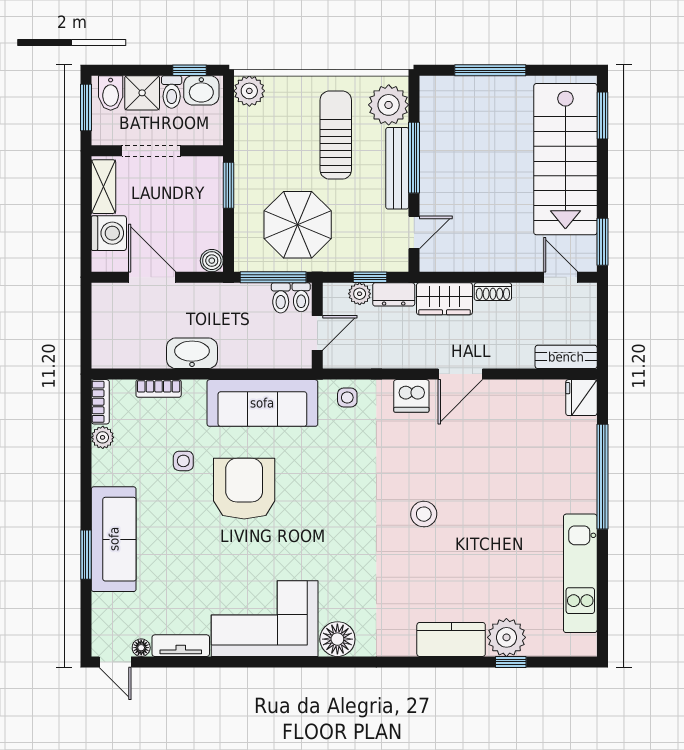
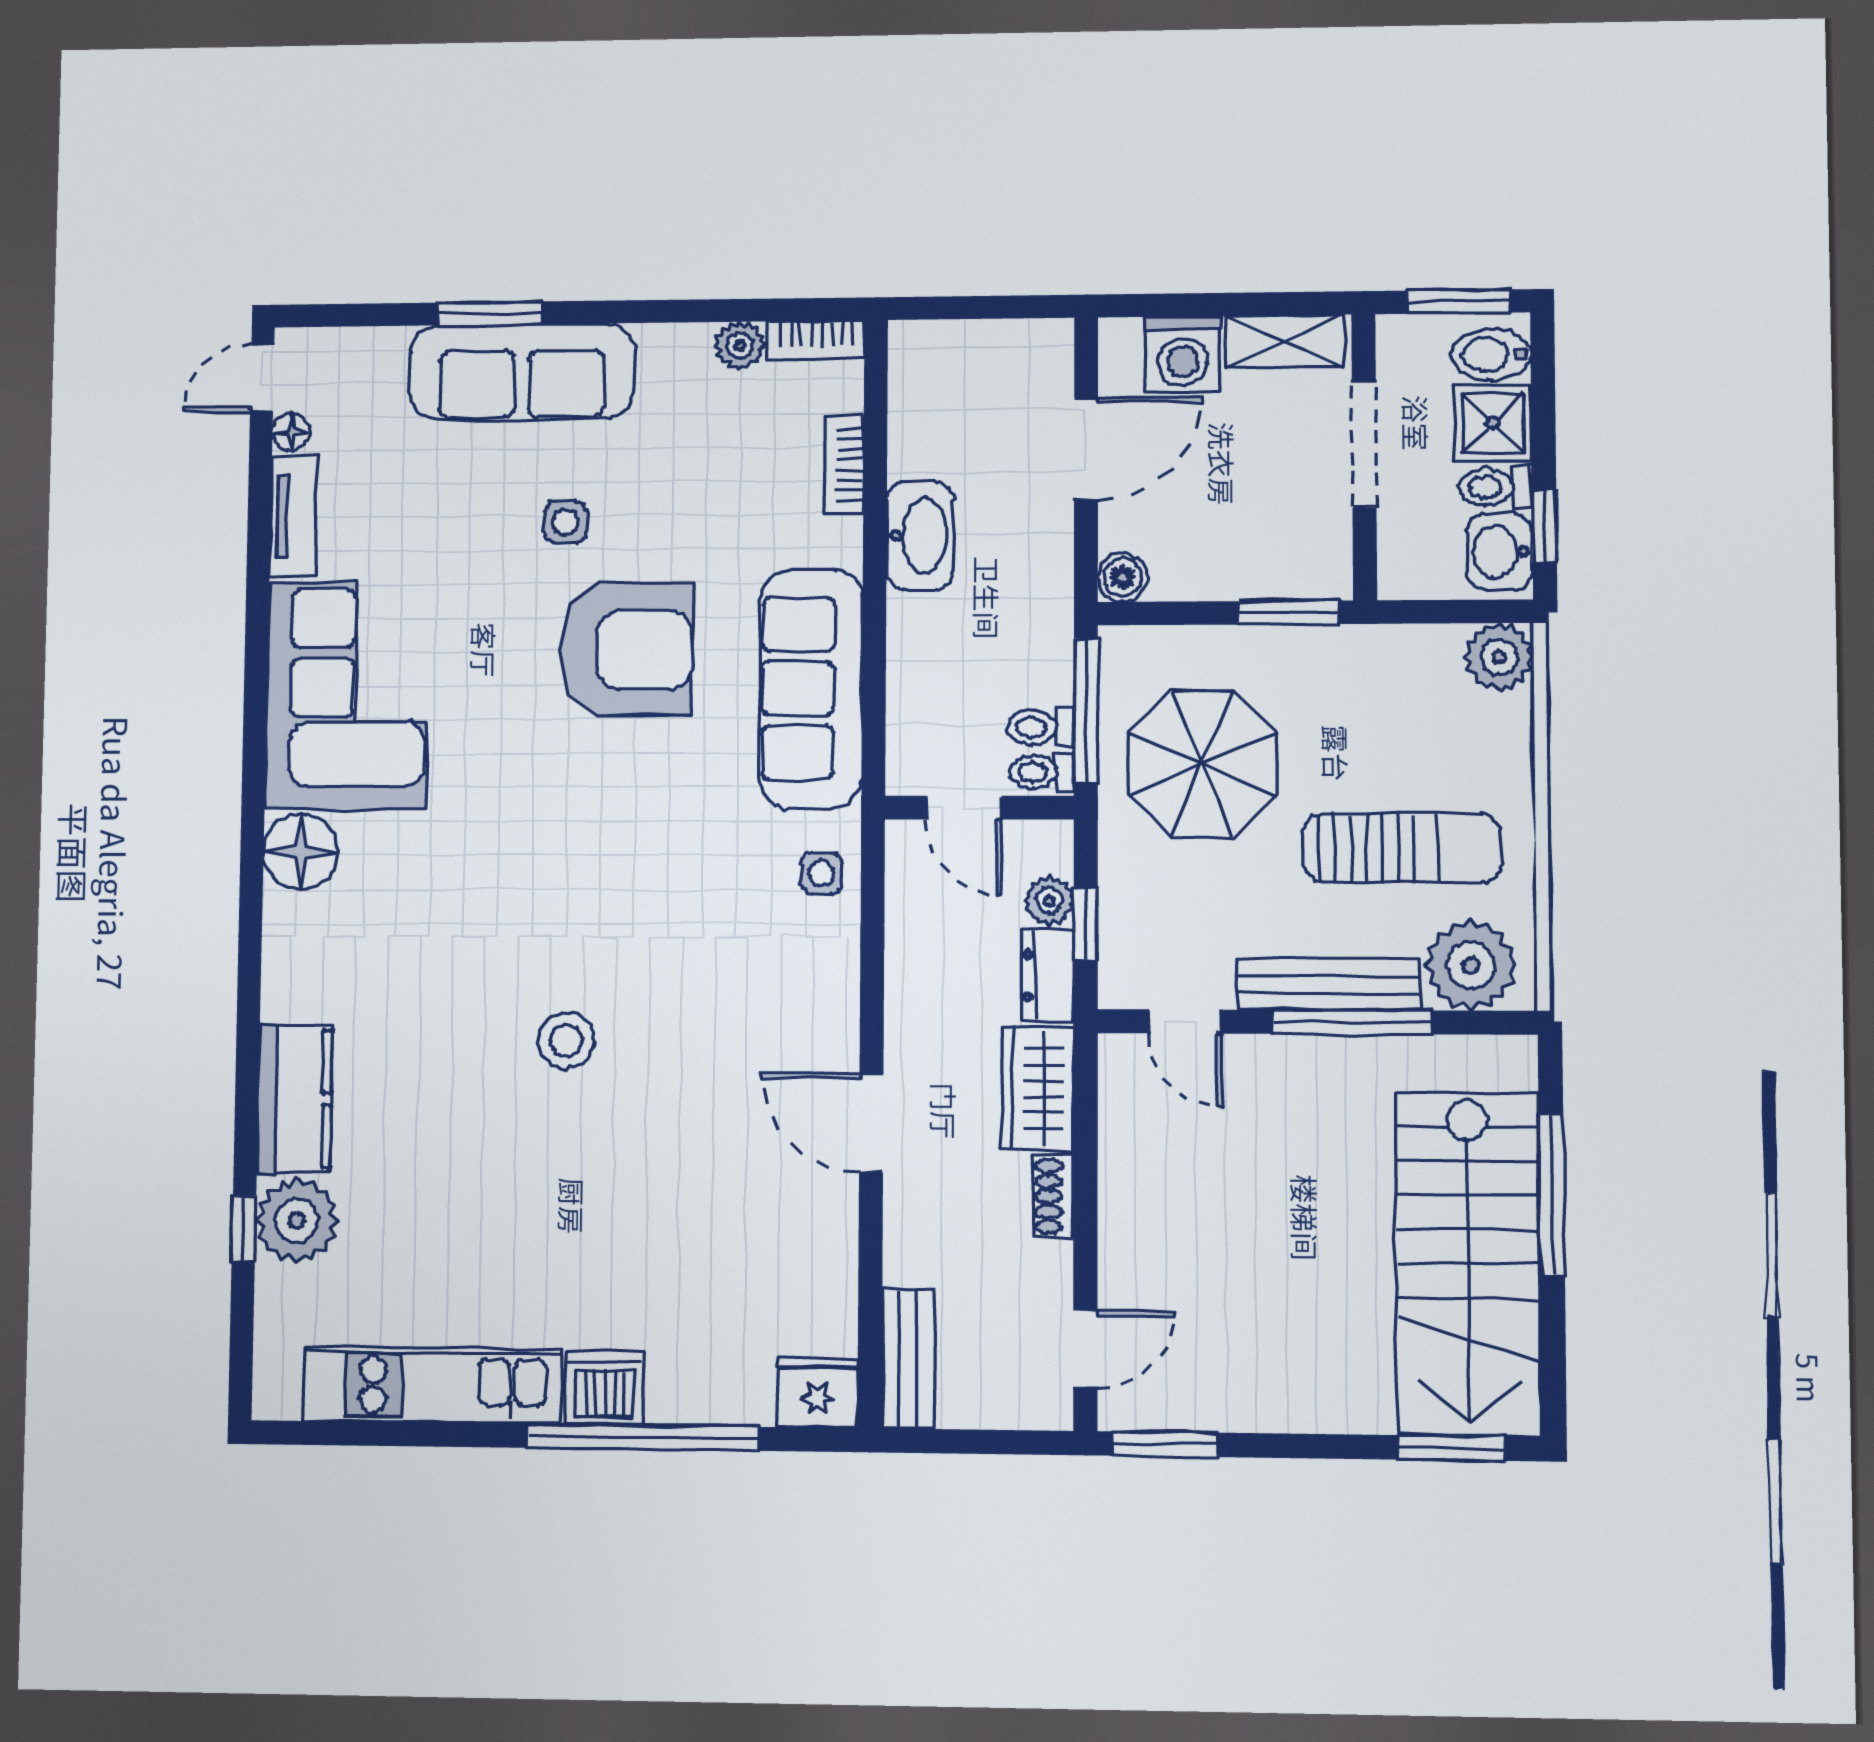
stairs: (565, 159) -> (1468, 1264), moved, turned -90
dishwasher: (411, 396) -> (605, 1388), moved, turned 90
side table: (183, 461) -> (565, 522), moved

